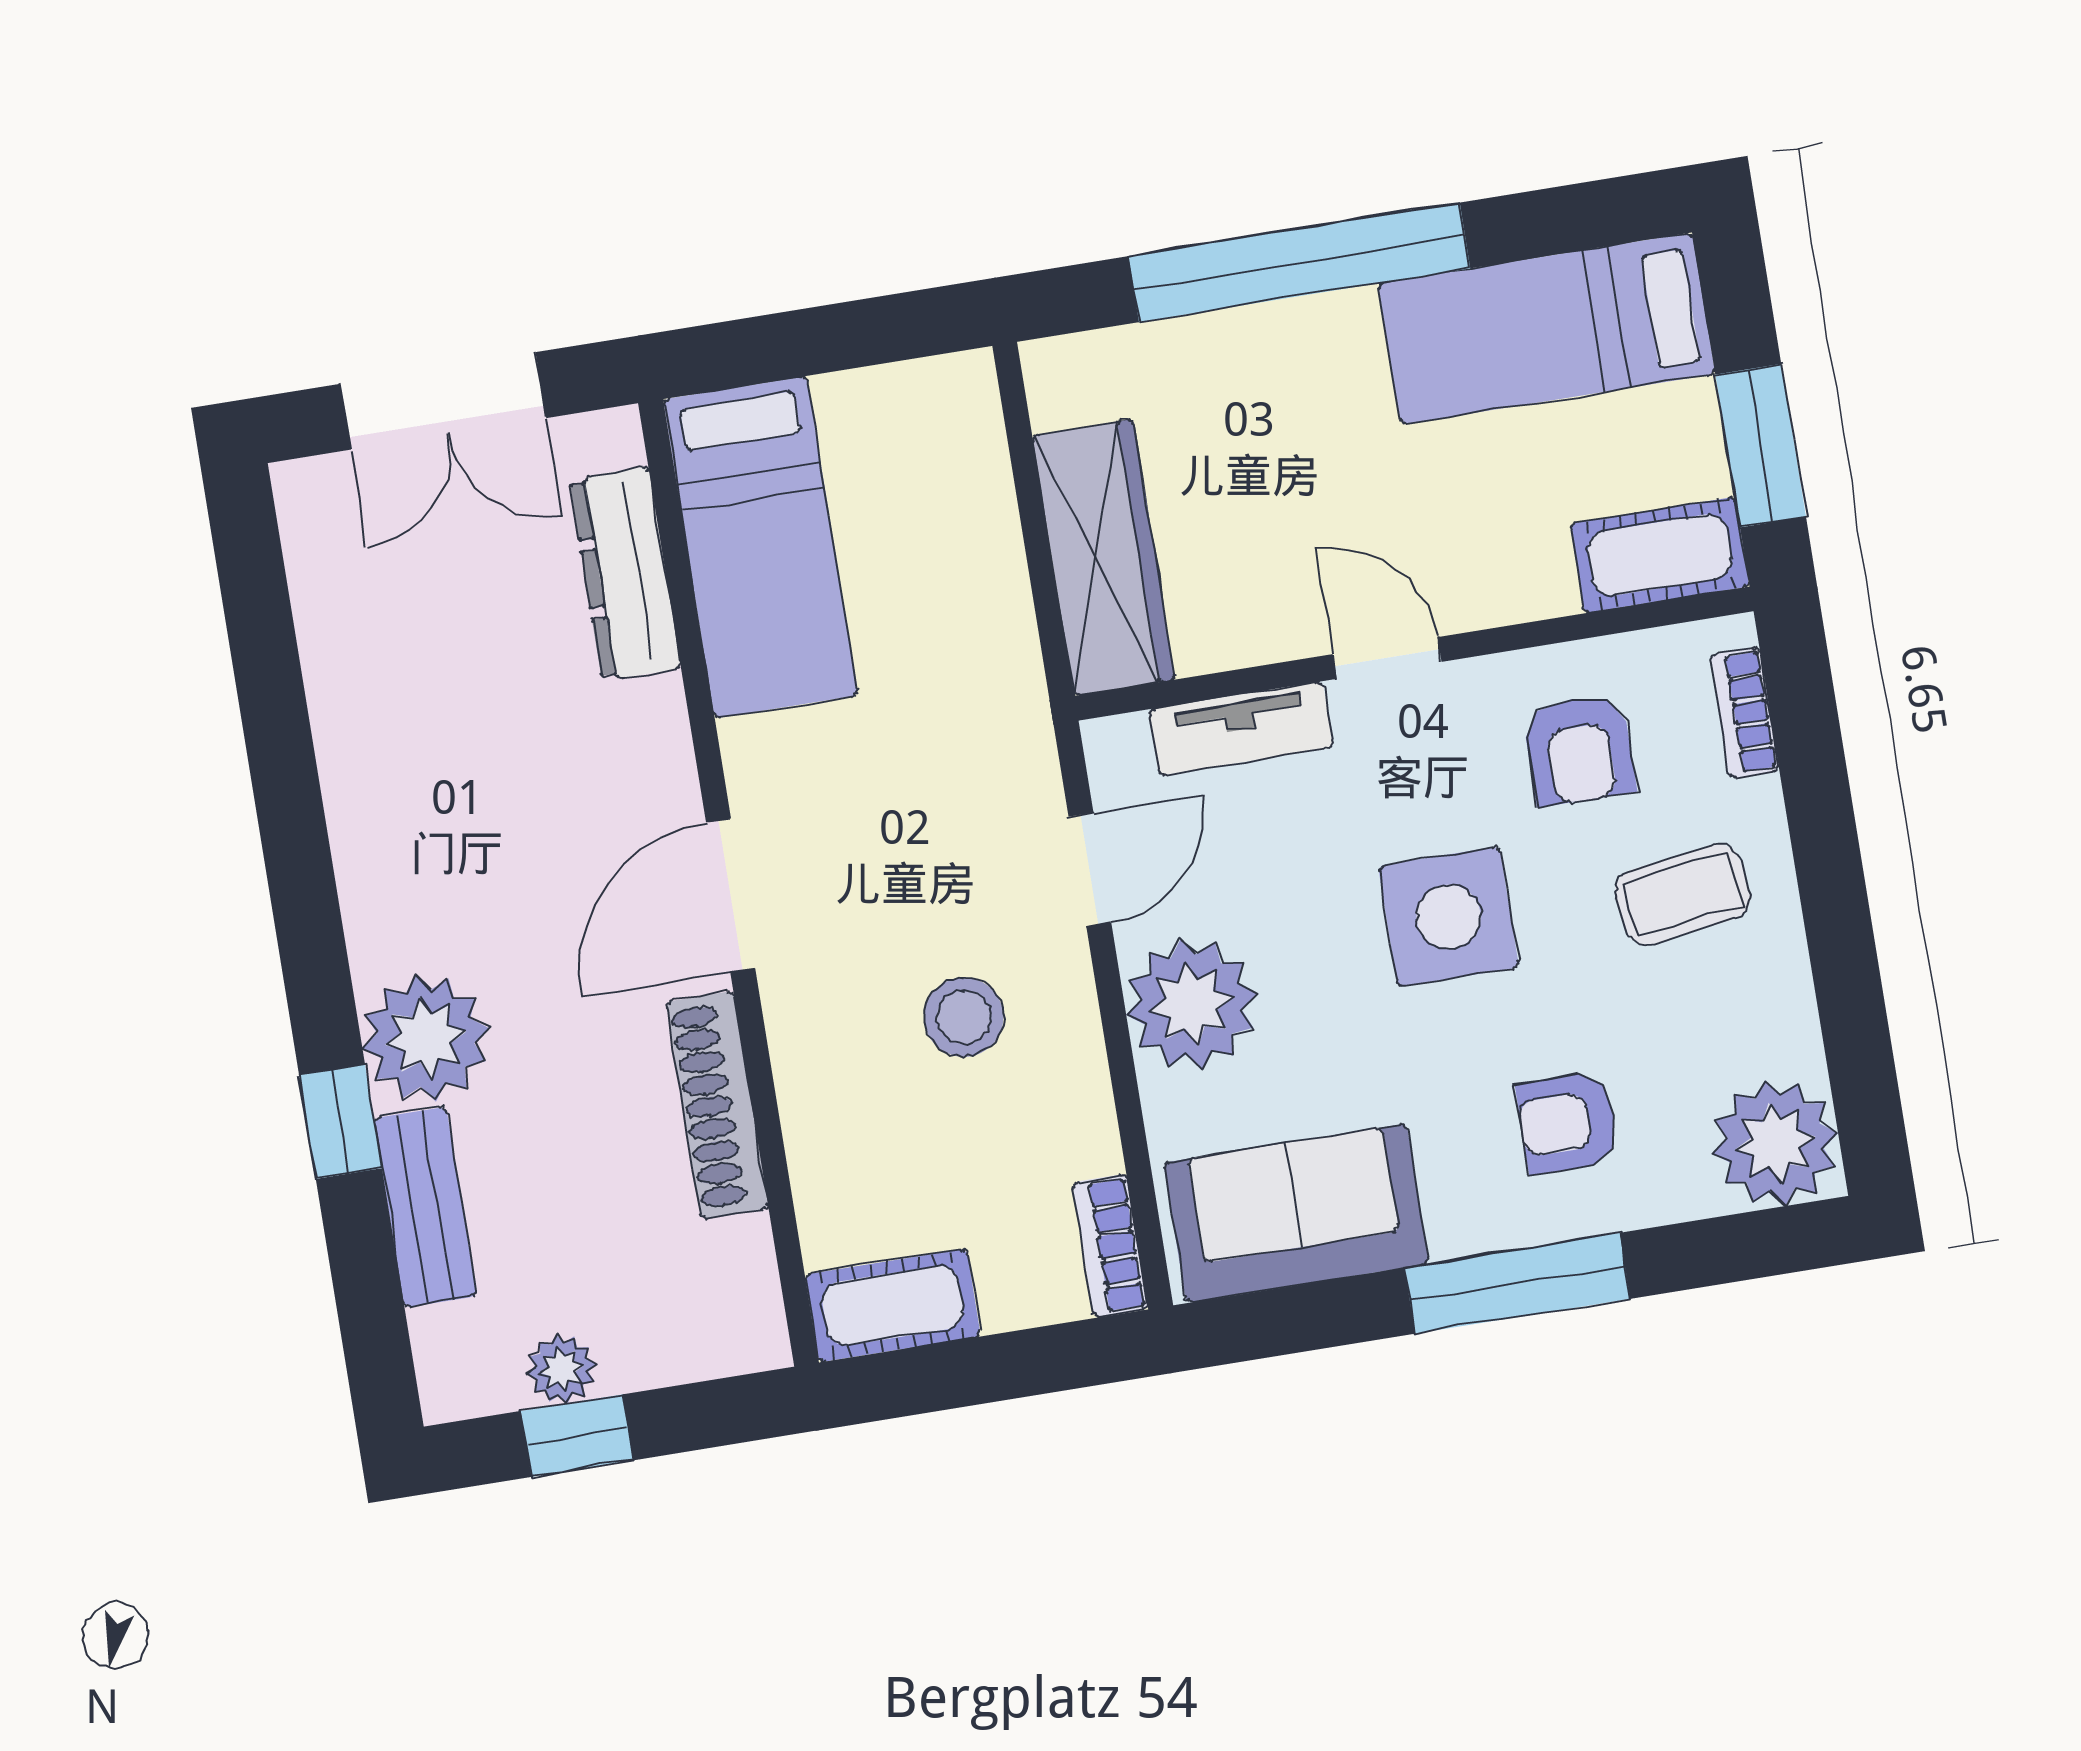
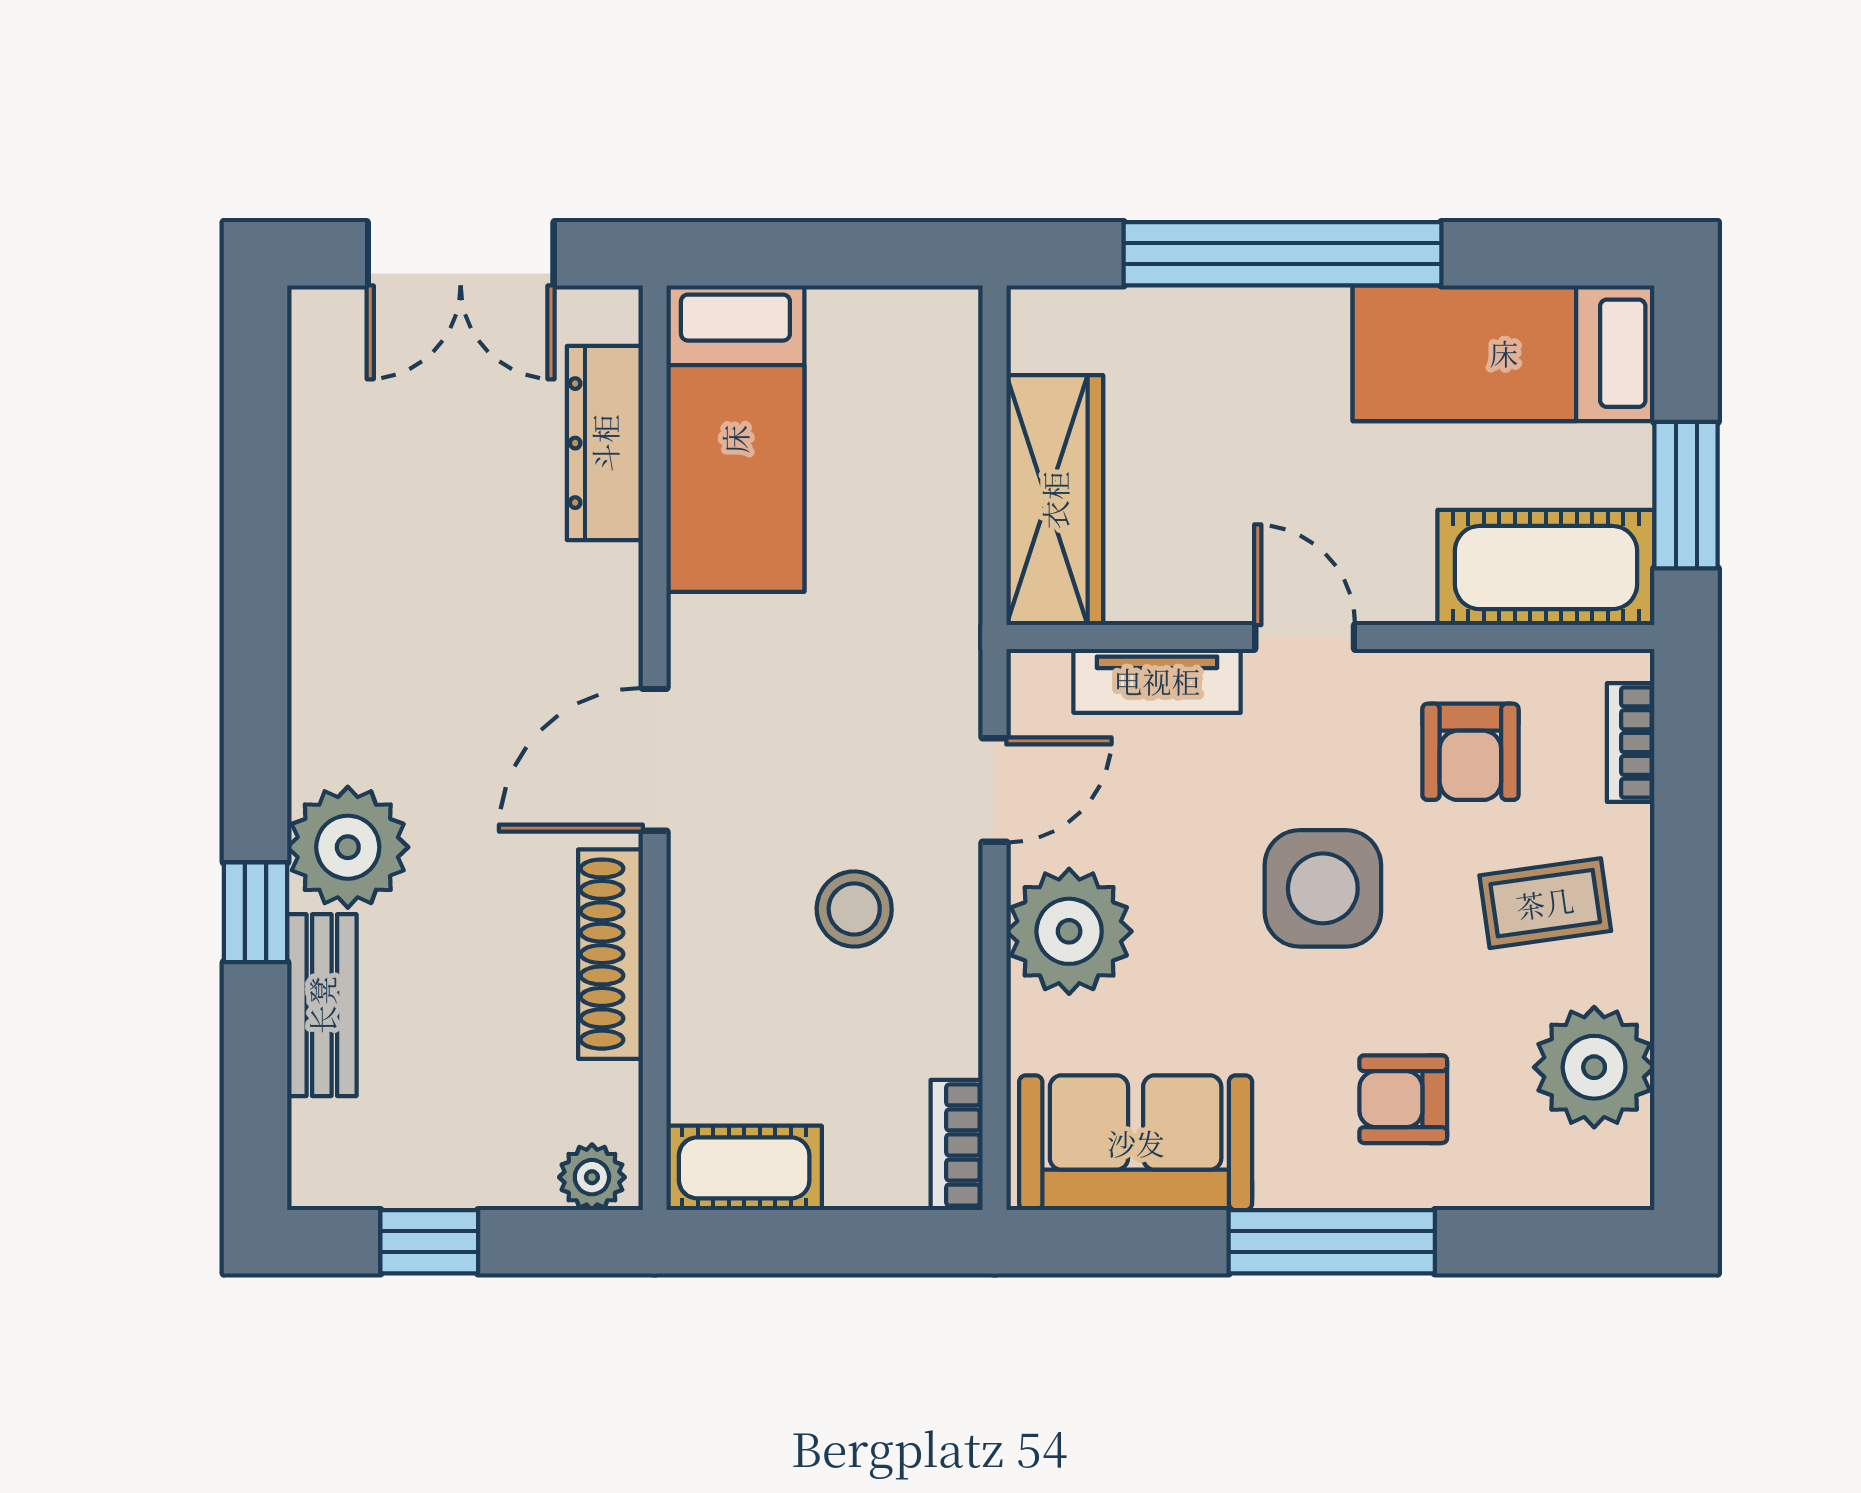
cot: (1660, 555) -> (1546, 568), width x1.37, depth x1.34
plant: (1775, 1143) -> (1594, 1067), moved
plant: (562, 1369) -> (592, 1177), moved

